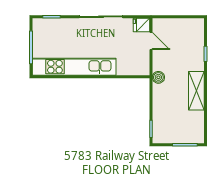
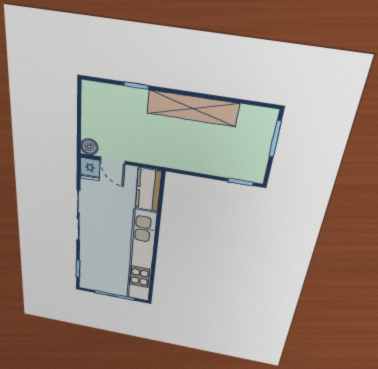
door: (151, 41) -> (113, 161), swing flipped
kitchen counter: (133, 67) -> (148, 190), added
boiler: (158, 77) -> (89, 147), moved
shelving: (196, 91) -> (193, 108), width x1.47

